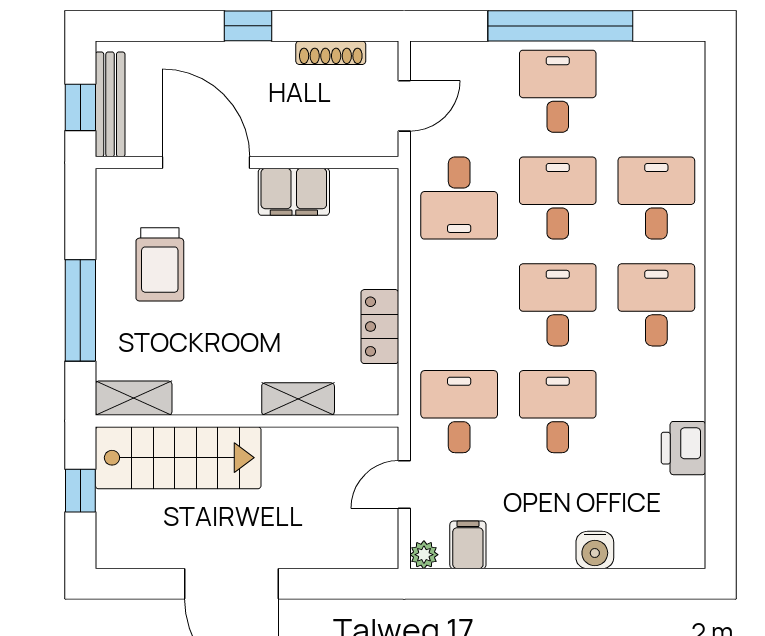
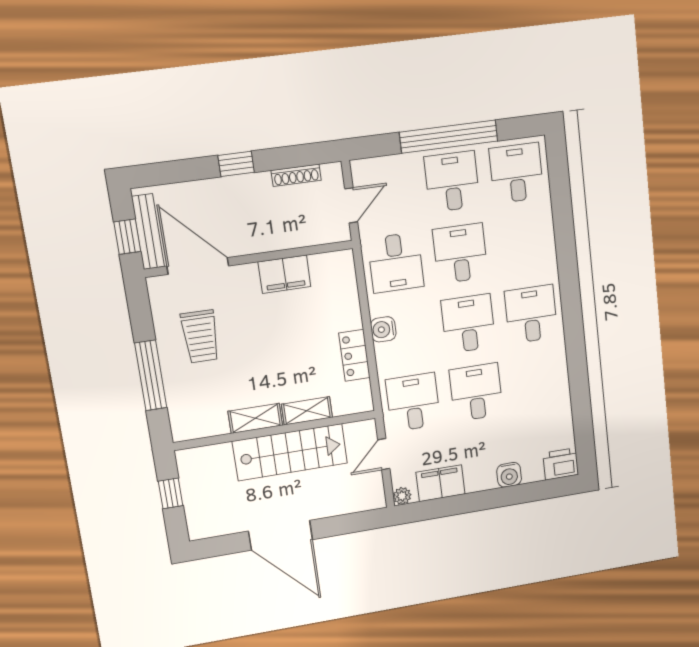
door: (206, 163) -> (198, 266), moved
desk: (656, 198) -> (517, 173), moved
water cooler: (428, 294) -> (383, 329), added
shelving: (134, 398) -> (255, 418), moved
printer: (683, 448) -> (561, 464), moved, turned 90
stairs: (178, 458) -> (290, 452), moved
filing cabinet: (468, 545) -> (441, 483), width x2.00

